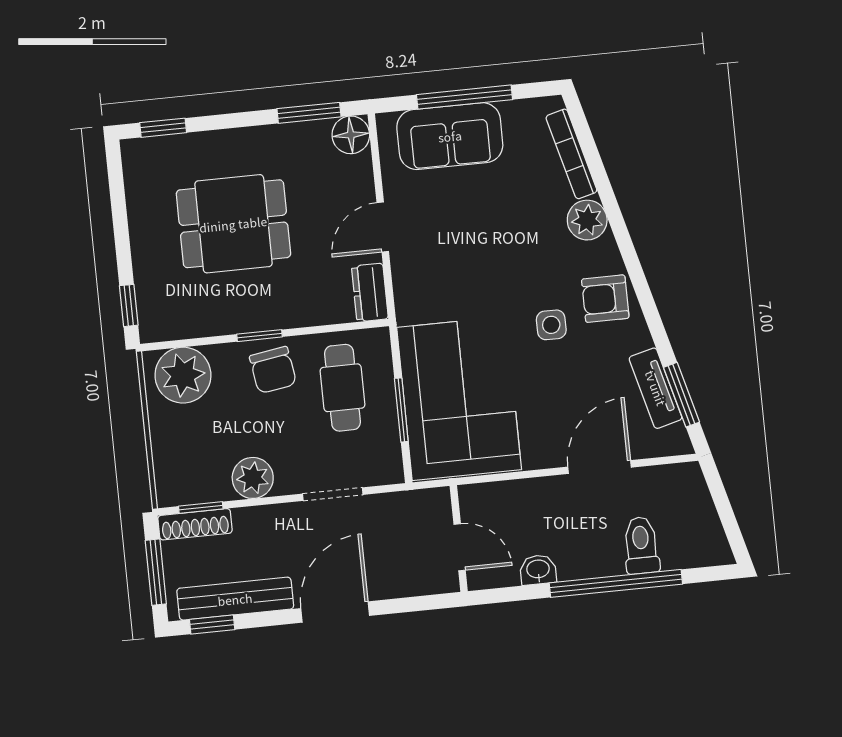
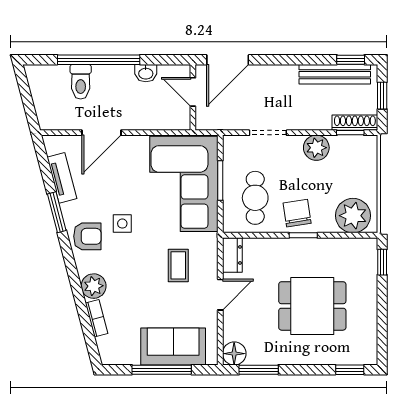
bookcase: (571, 154) -> (97, 318), width x0.64
coffee table: (455, 267) -> (178, 265), added
window: (682, 395) -> (57, 212), moved
window: (156, 572) -> (382, 96), width x0.67
door: (335, 612) -> (228, 60), moved

